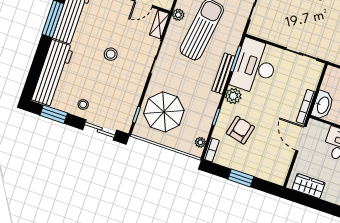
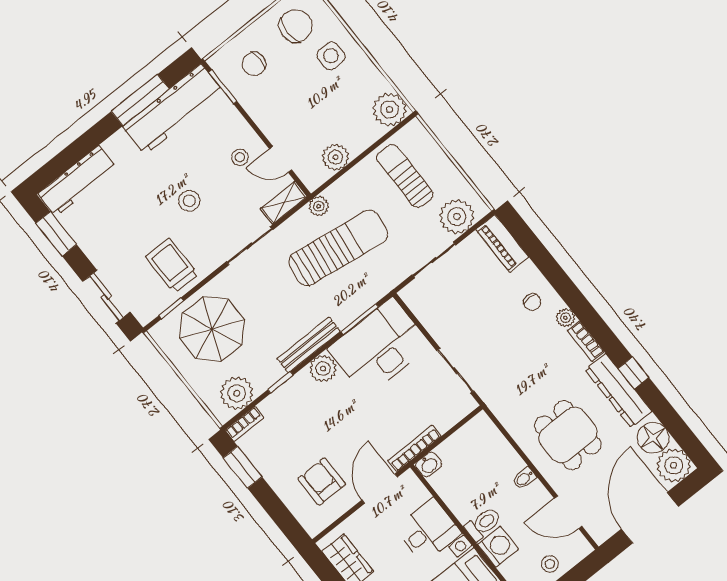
workbench: (53, 73) -> (77, 181), width x0.73, depth x0.76
bench: (223, 73) -> (309, 345), moved
trolley: (123, 93) -> (172, 265), added
stool: (83, 104) -> (240, 157), moved
washbasin: (323, 105) -> (429, 465), width x0.52, depth x0.69
armchair: (240, 130) -> (322, 482), moved, turned -103
plant: (200, 142) -> (237, 393), width x1.88, depth x1.88
window: (241, 178) -> (243, 467), moved

